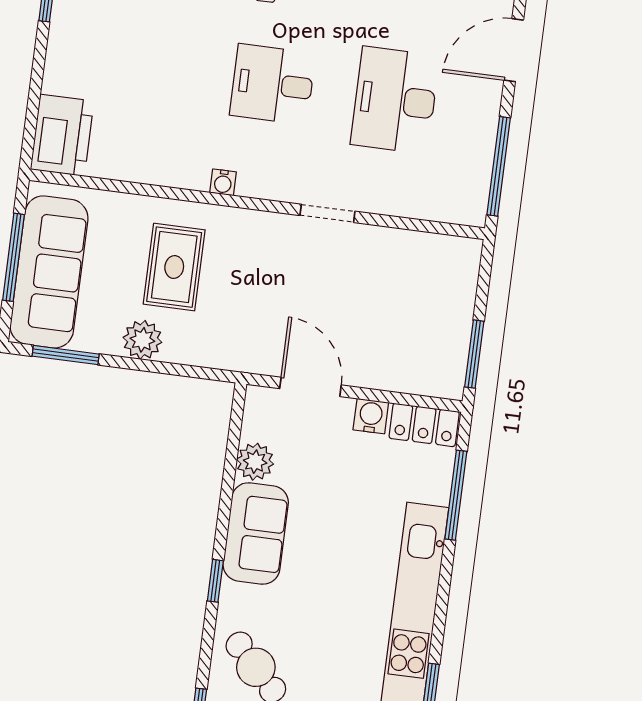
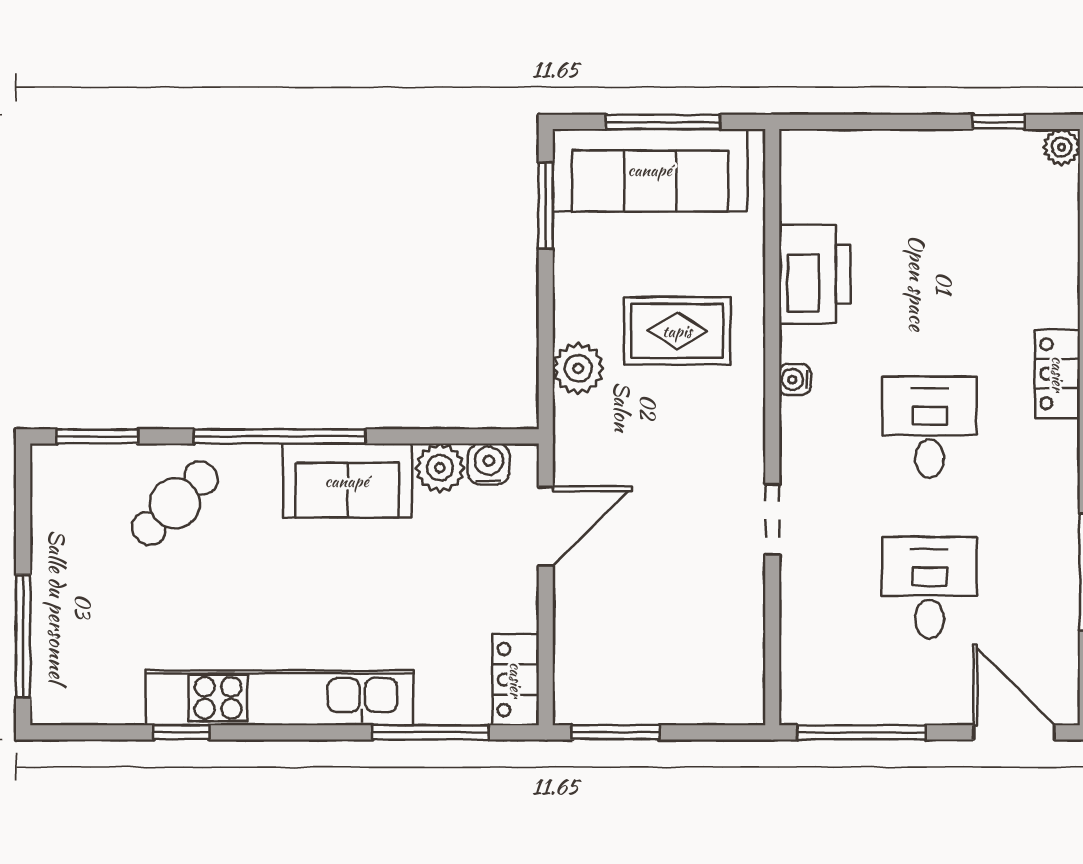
desk: (395, 100) -> (930, 588), width x0.73
printer: (62, 135) -> (815, 274), moved, turned -90
plant: (142, 340) -> (578, 368), moved
water cooler: (371, 416) -> (489, 464), moved, turned -90
window: (215, 581) -> (280, 436), width x3.17

